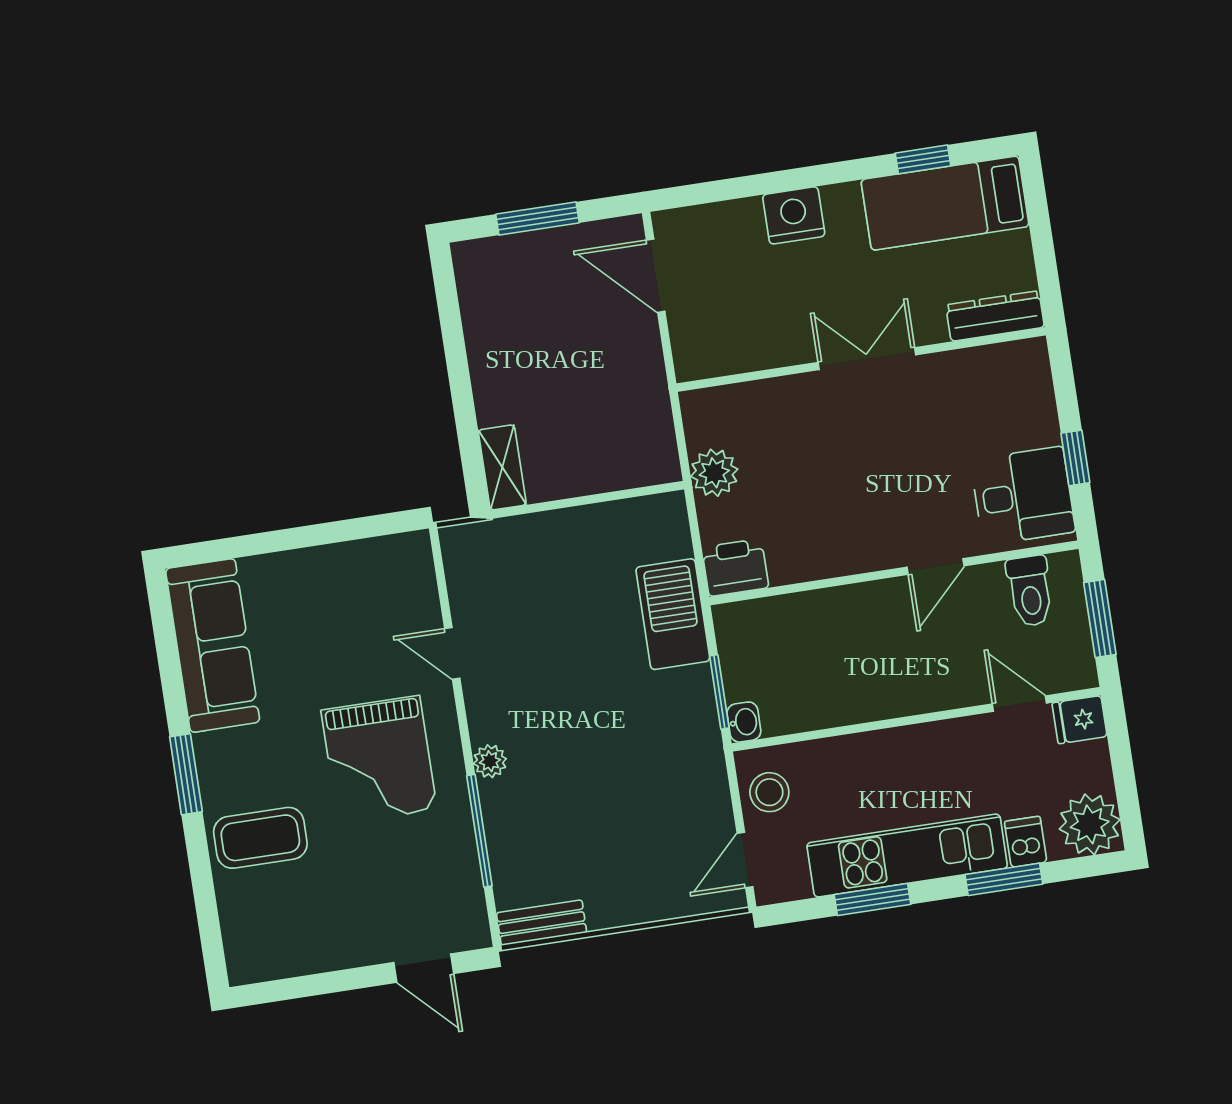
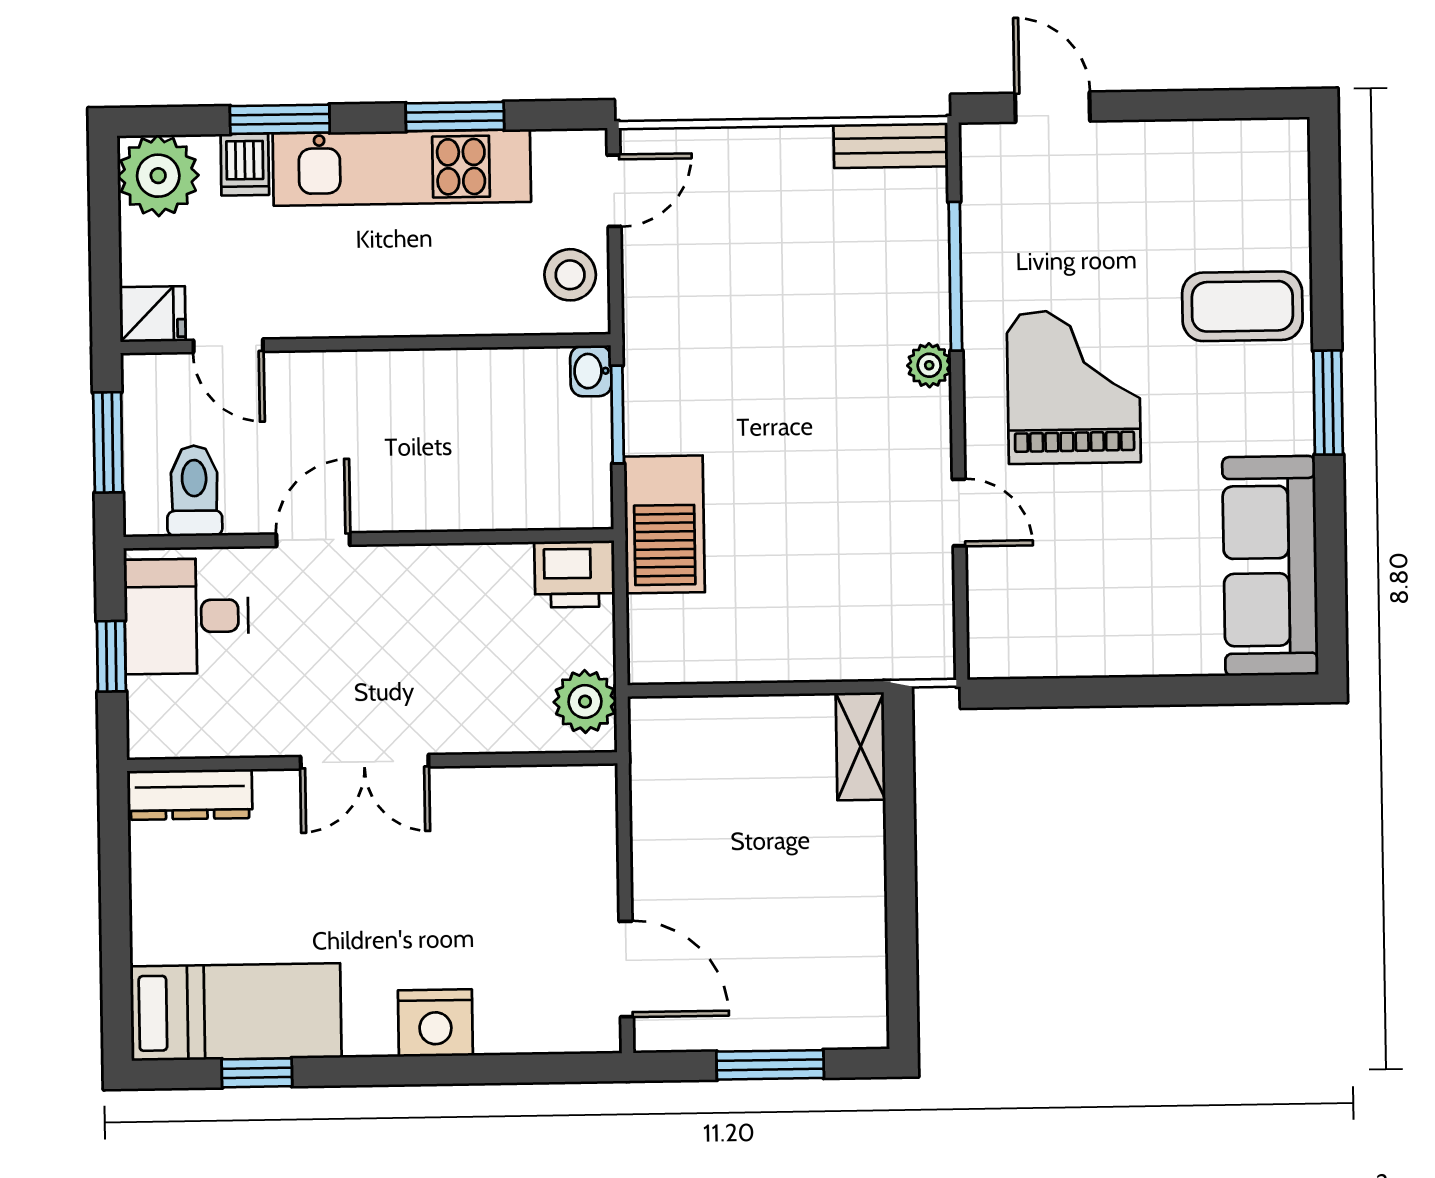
dresser: (995, 316) -> (190, 795), moved
wall: (861, 359) -> (372, 762), moved
double door: (867, 359) -> (365, 762), moved

